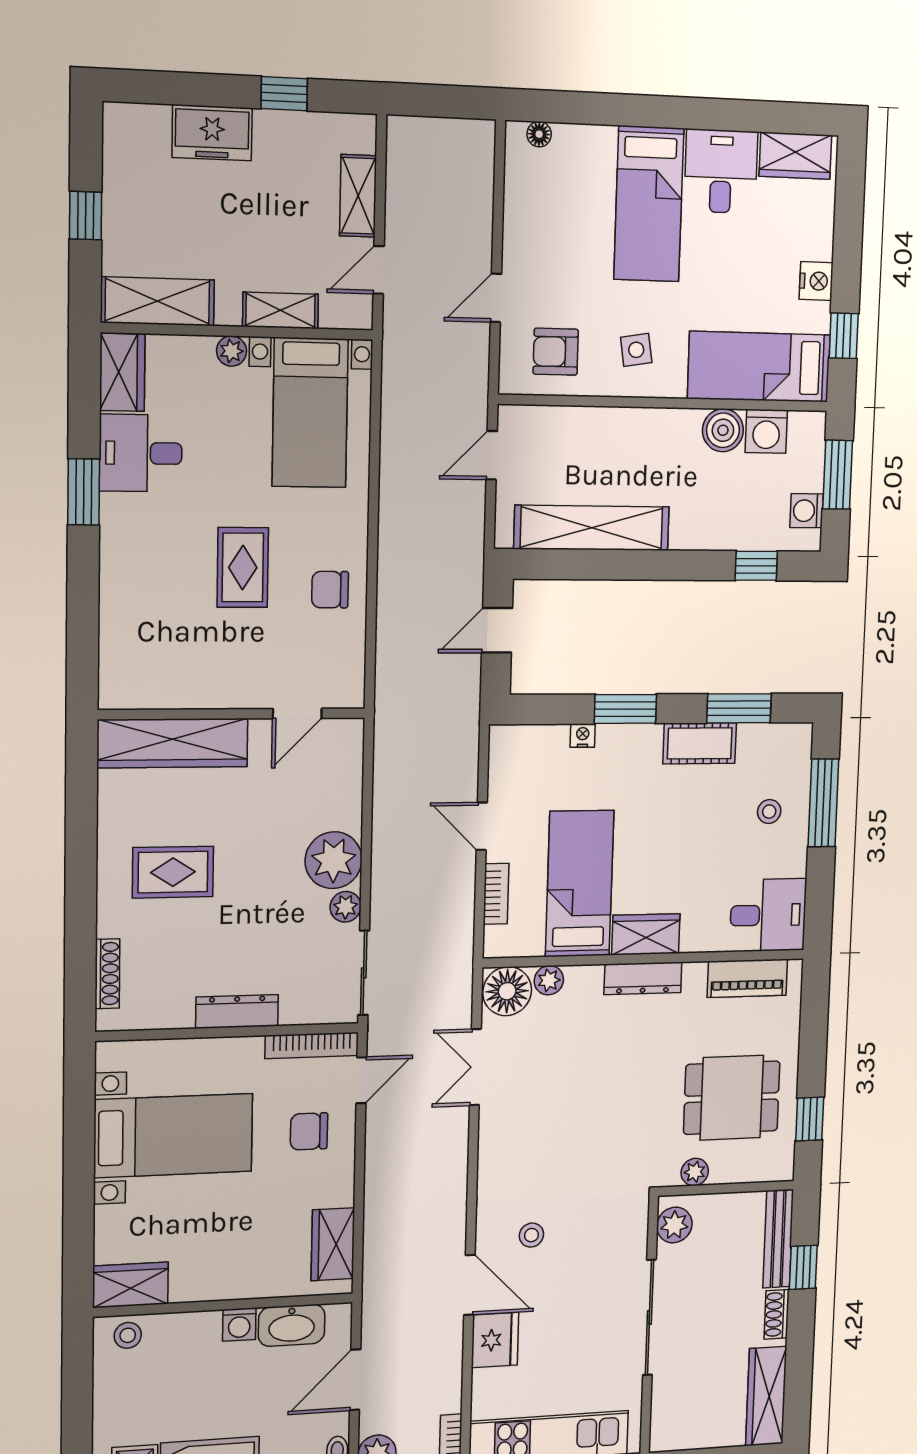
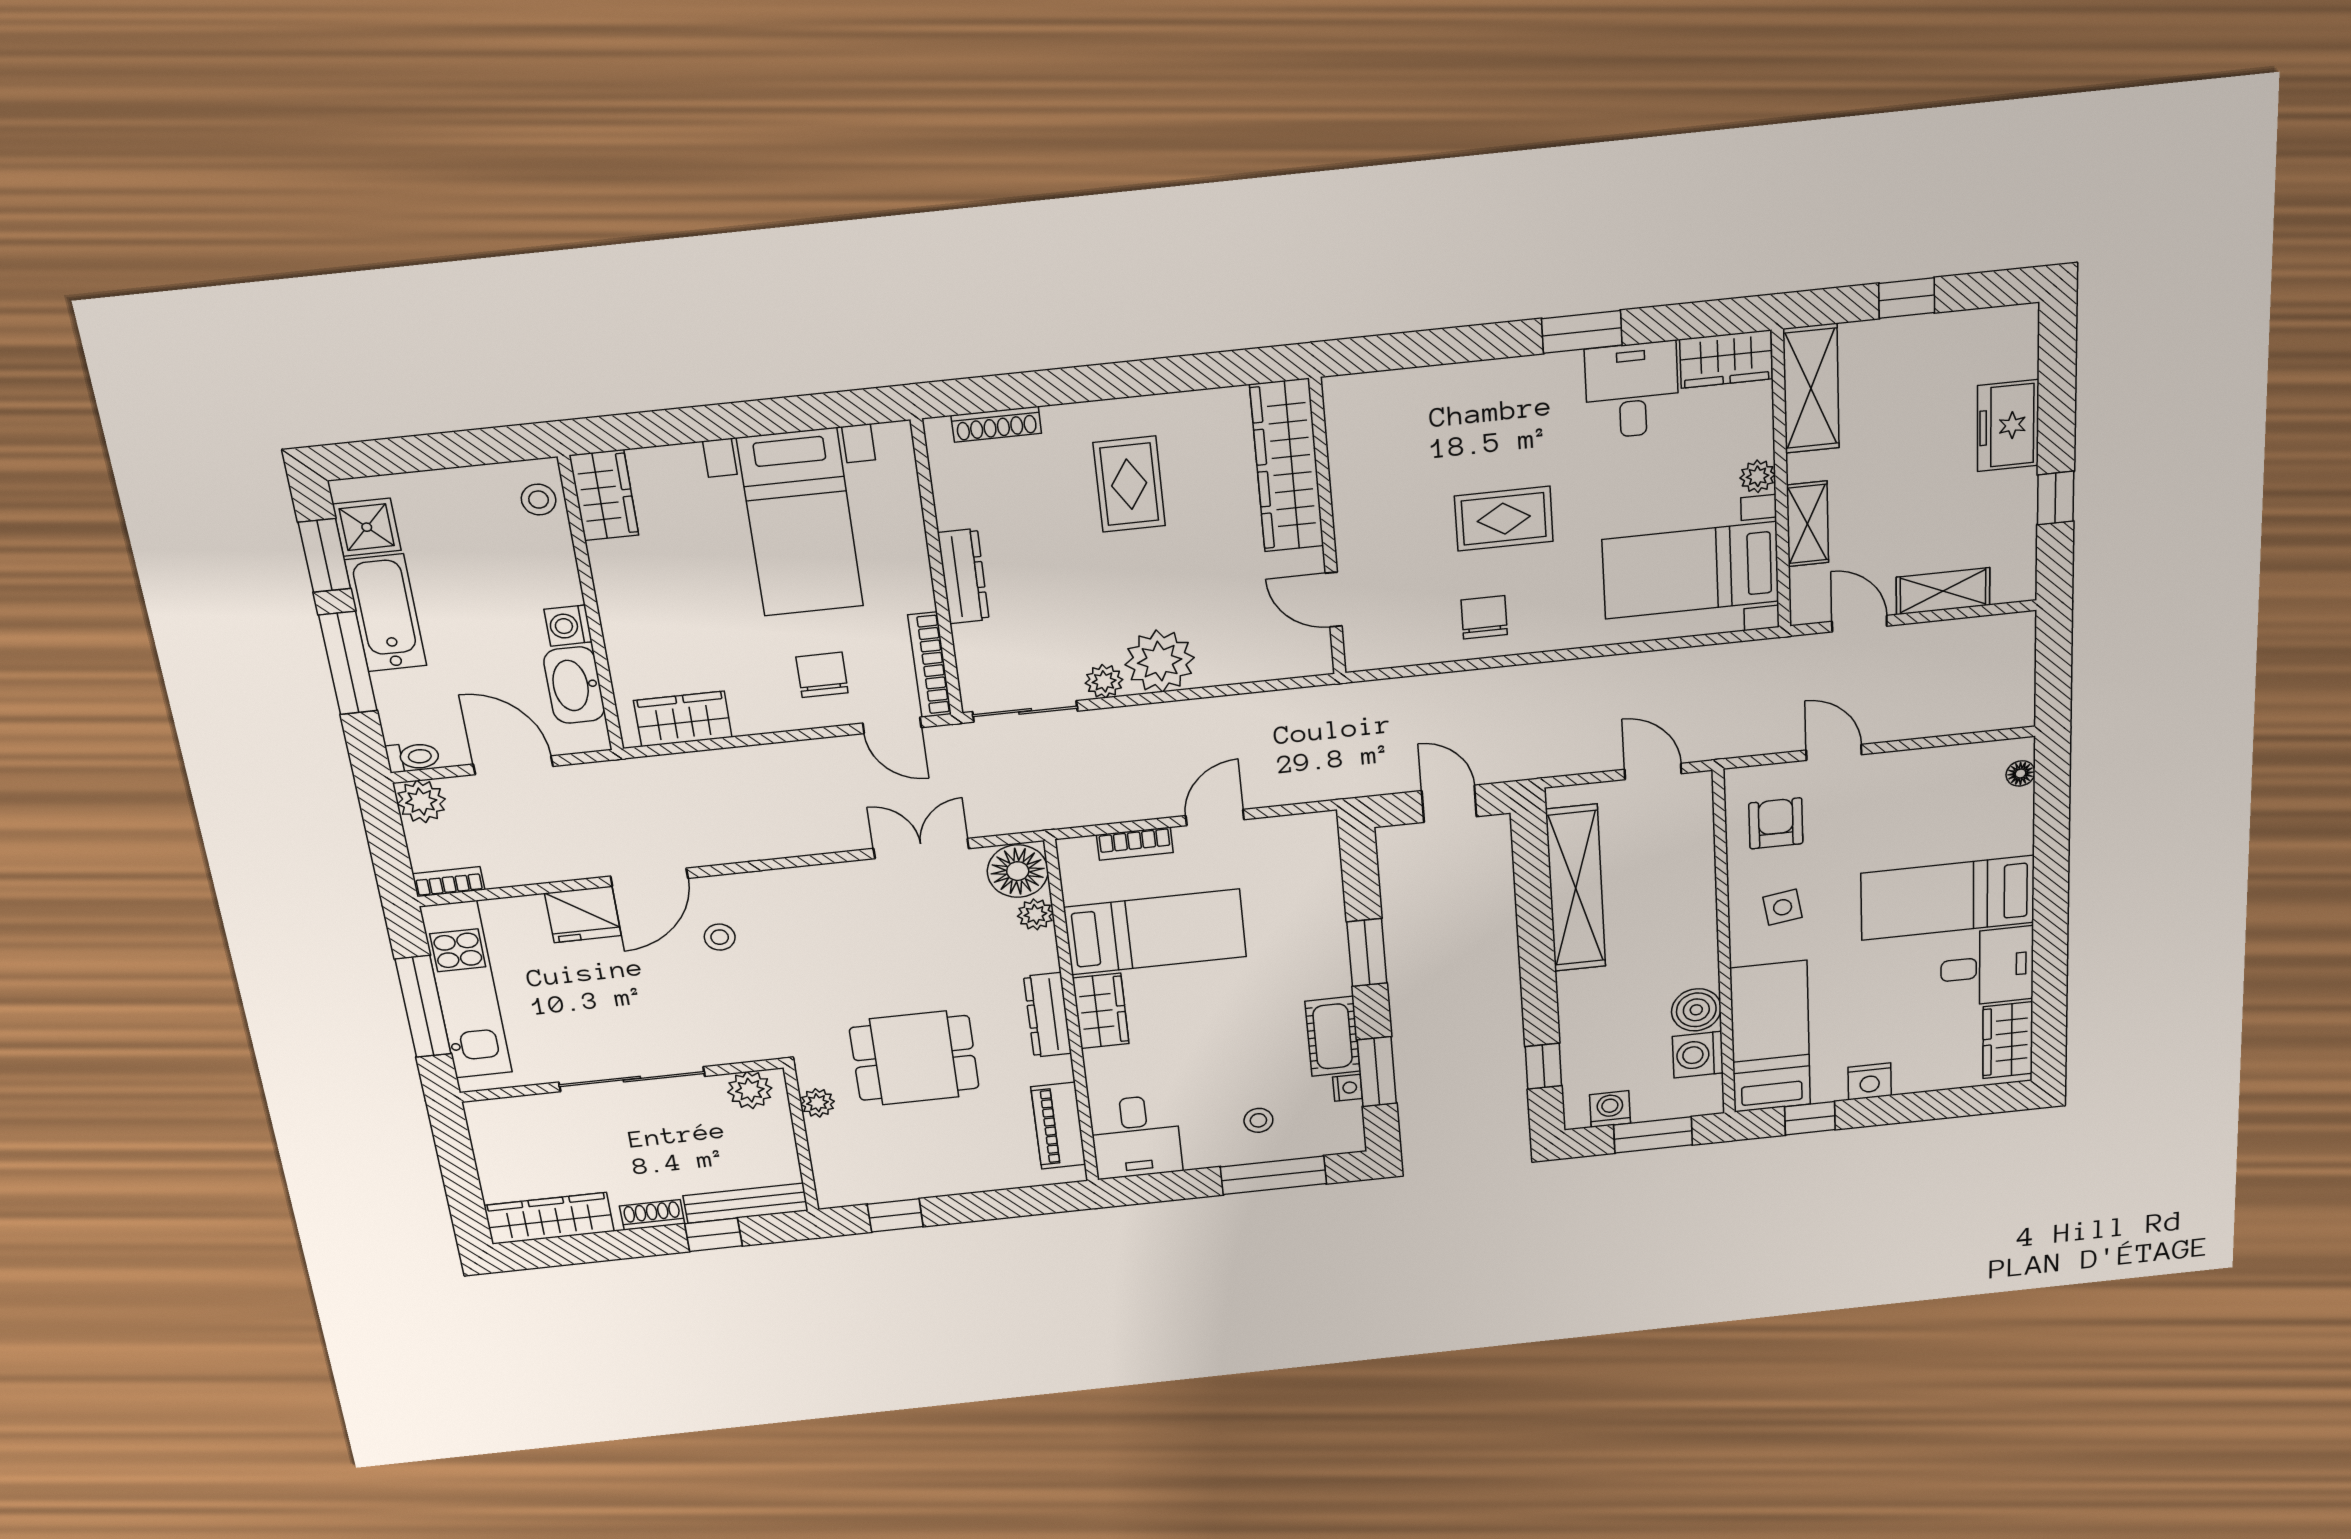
nightstand: (583, 736) -> (1348, 1088), moved
dining table: (732, 1098) -> (914, 1058), moved, turned 90

